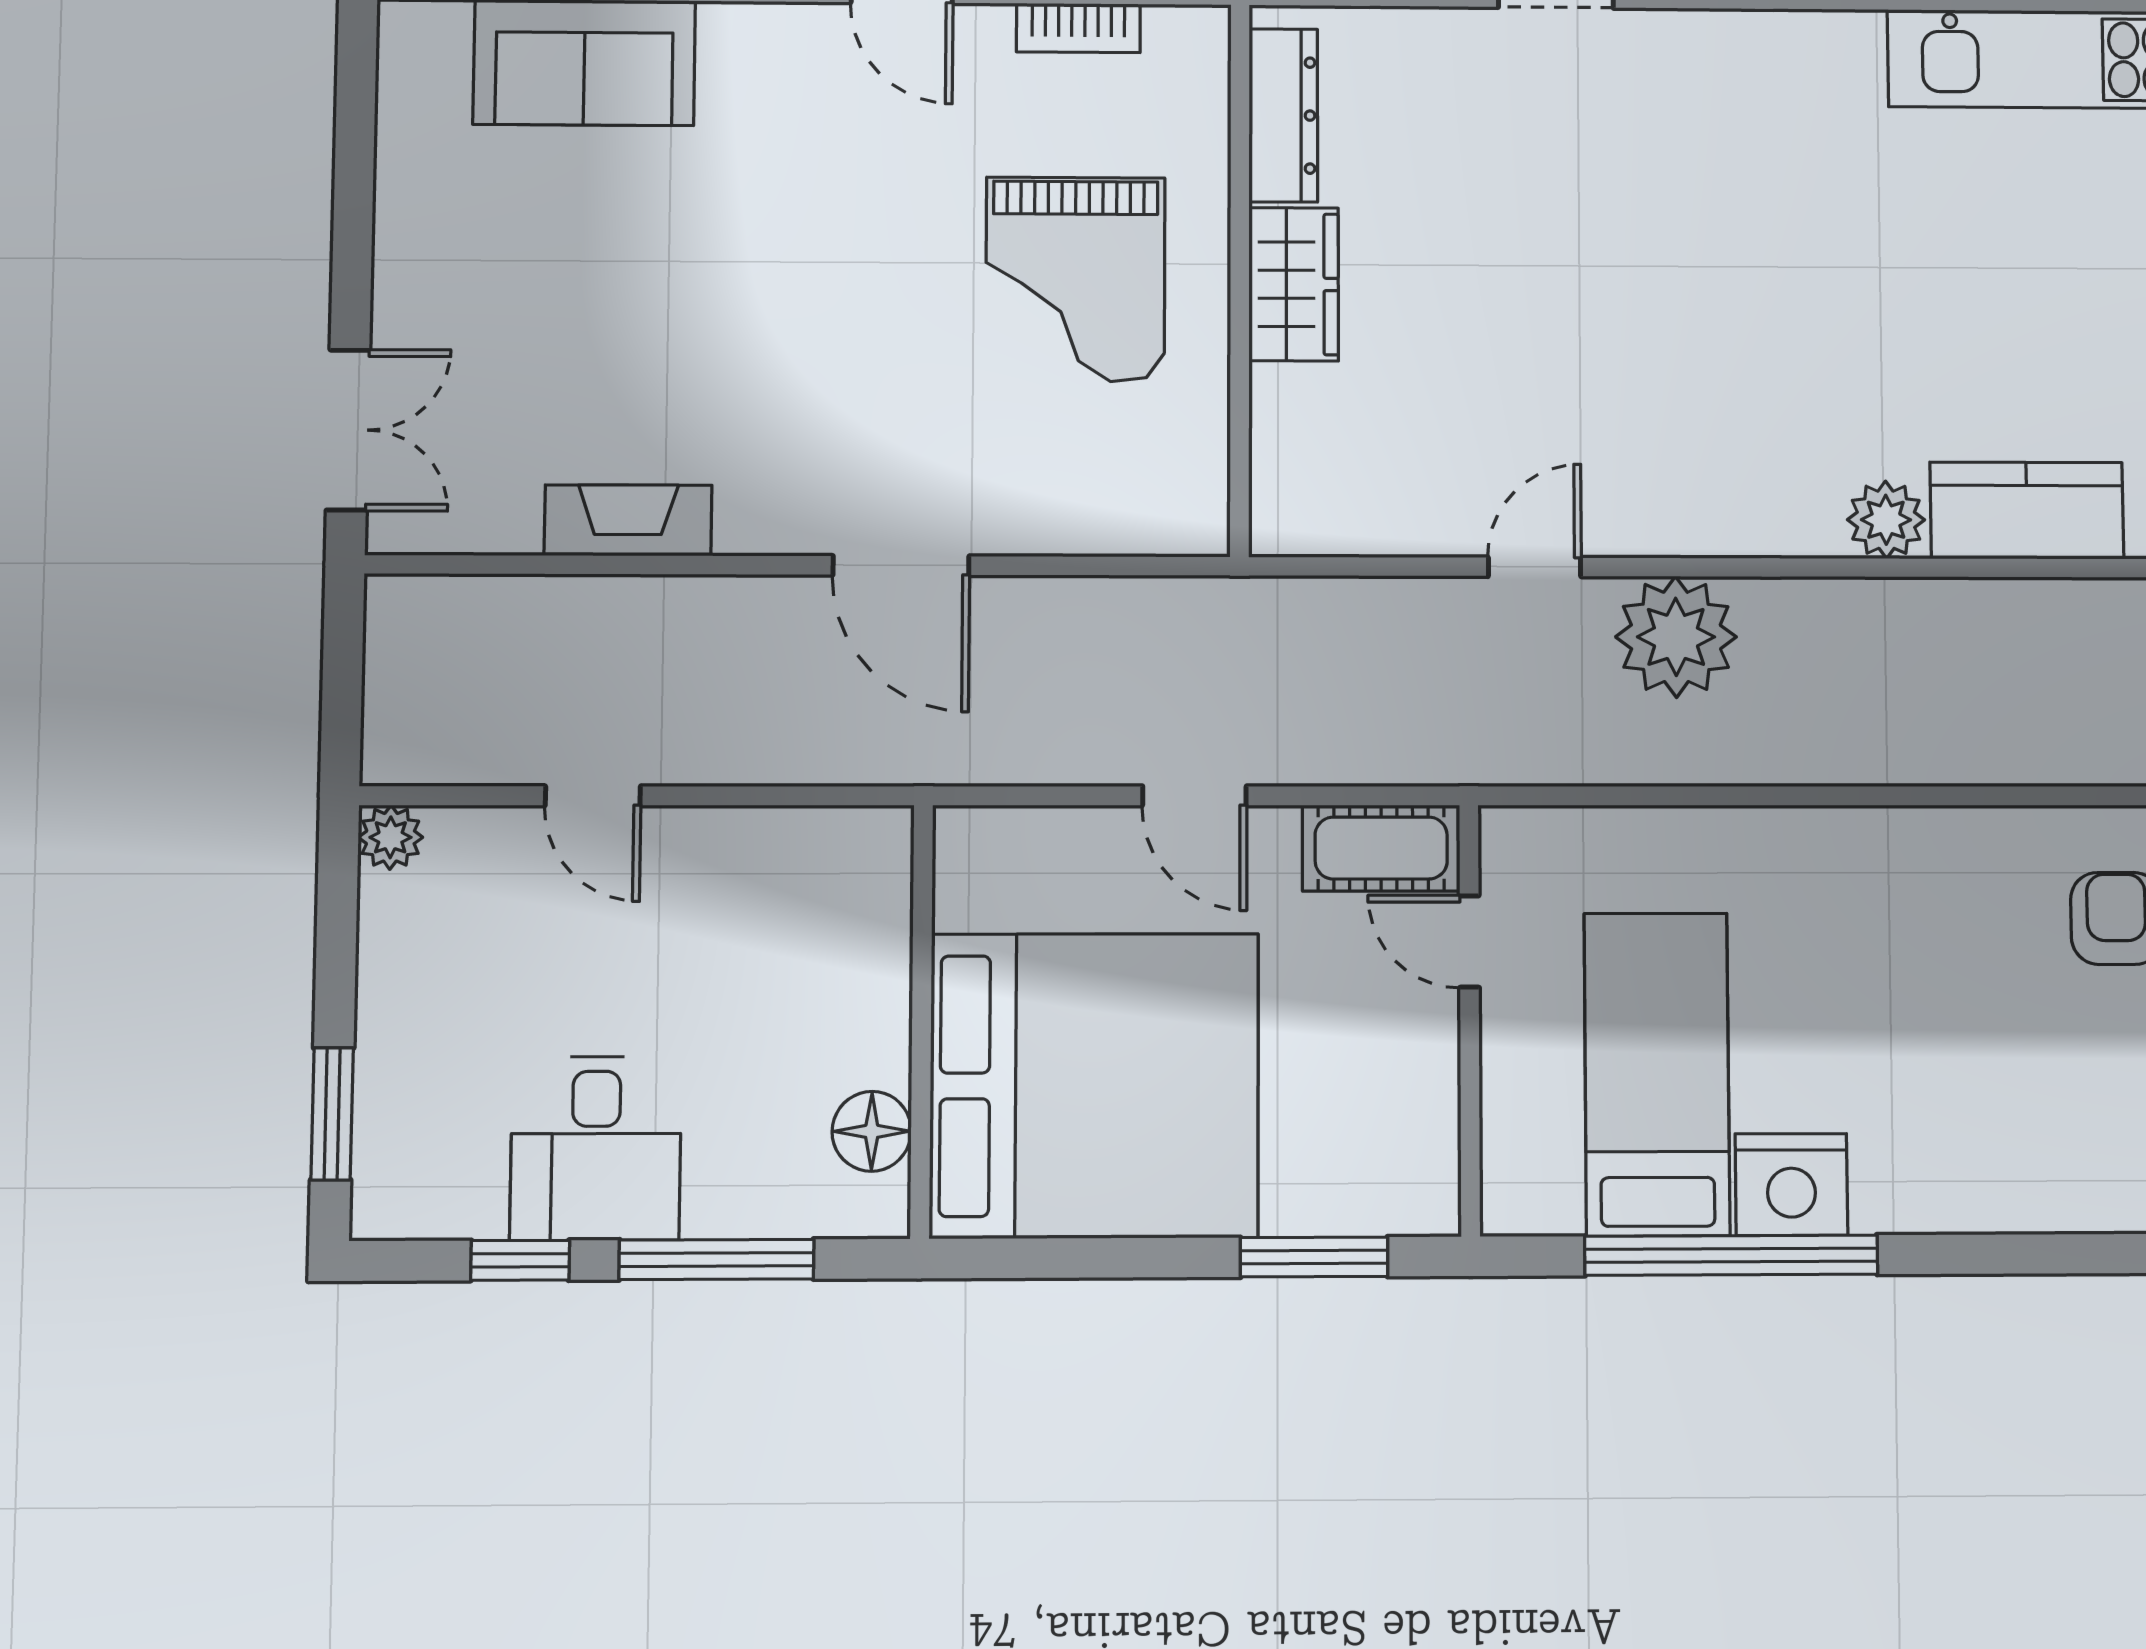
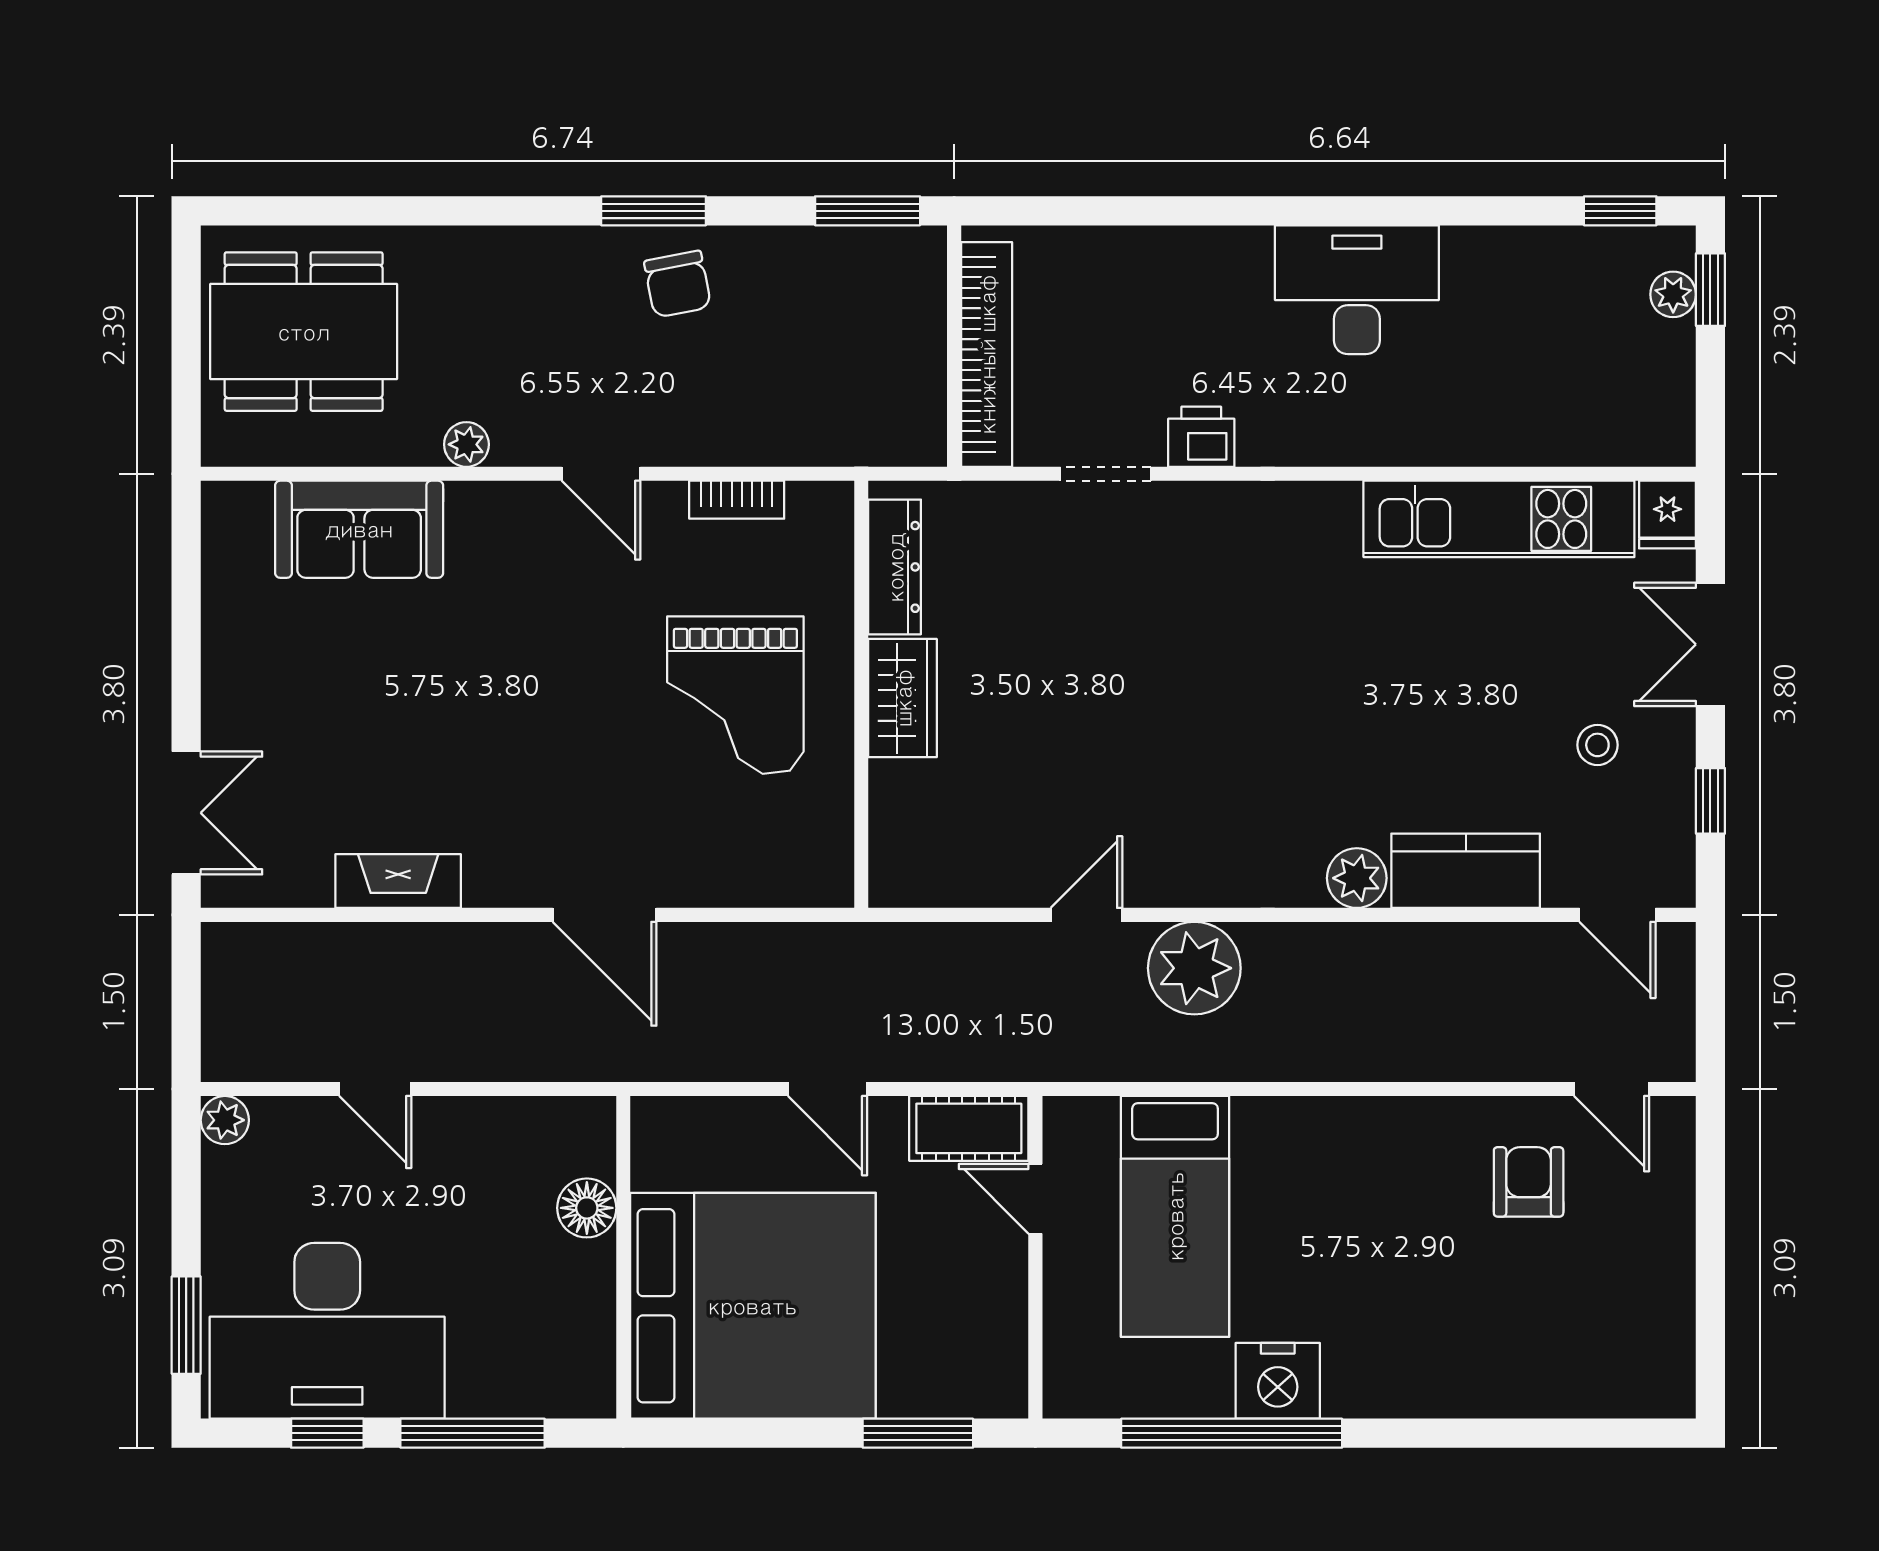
bed: (1657, 1074) -> (1175, 1216), moved, turned 180
floor lamp: (872, 1131) -> (587, 1208), moved
desk: (596, 1148) -> (327, 1331), width x1.87, depth x1.30

